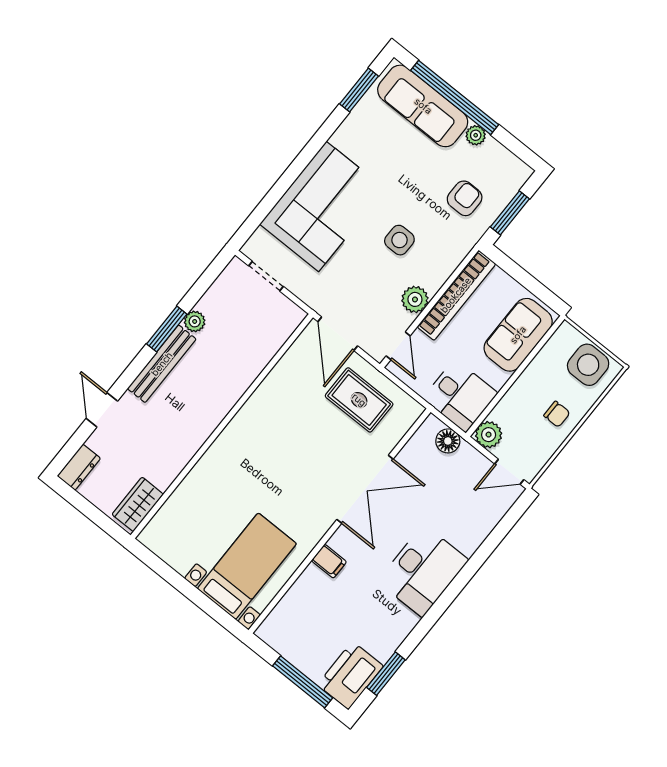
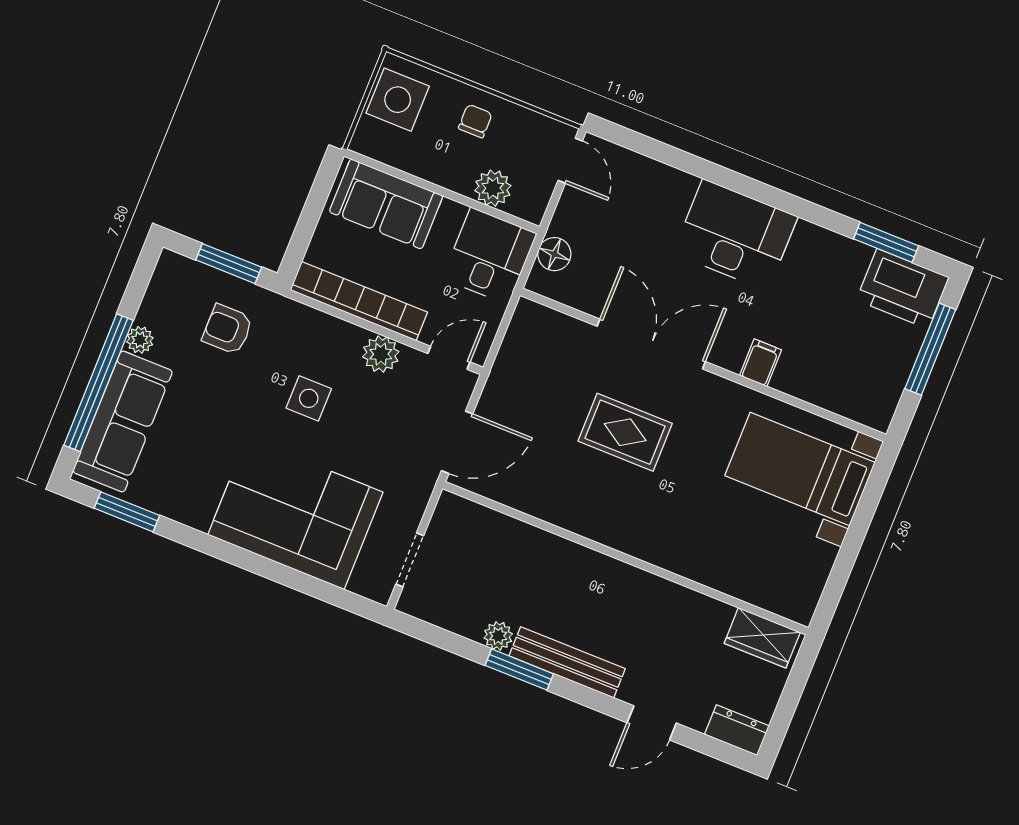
rug: (359, 400) -> (625, 432), moved, turned 90
plant: (489, 435) -> (493, 188), moved

